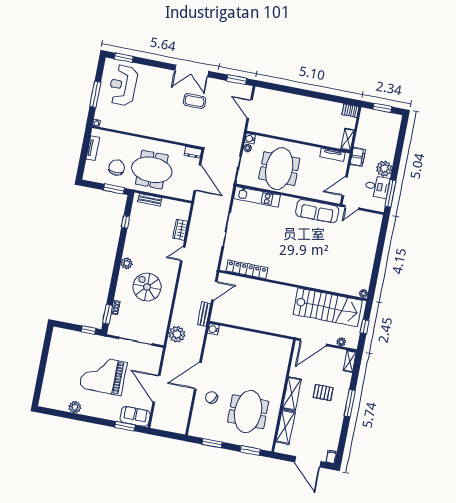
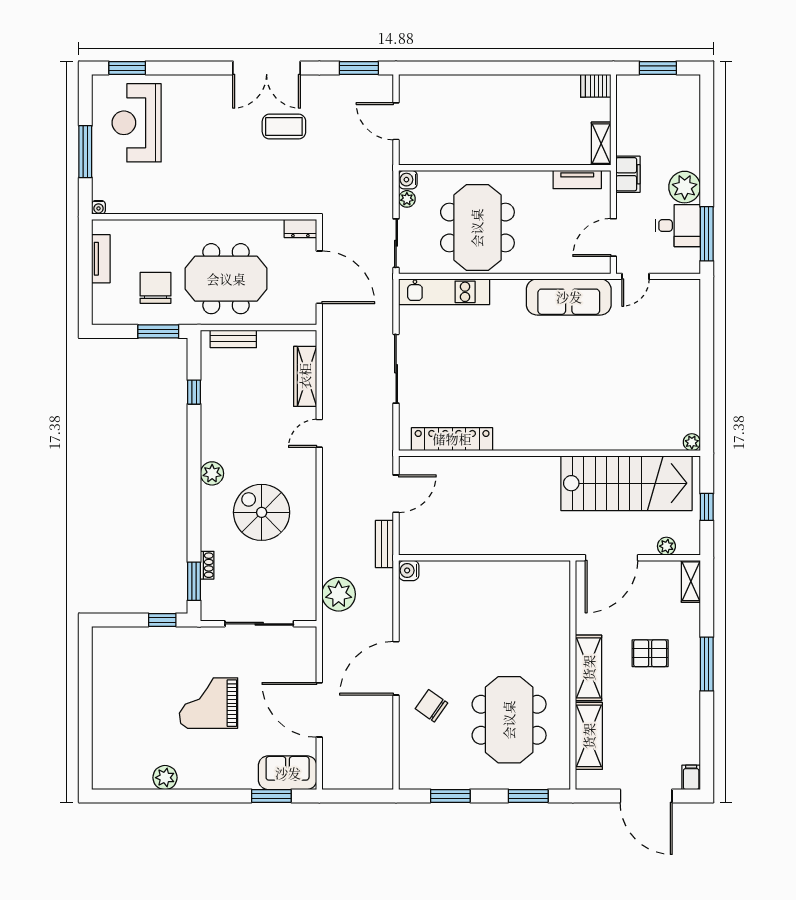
wardrobe: (180, 230) -> (305, 376), width x1.50
grand piano: (103, 375) -> (209, 703), width x0.73, depth x0.68

